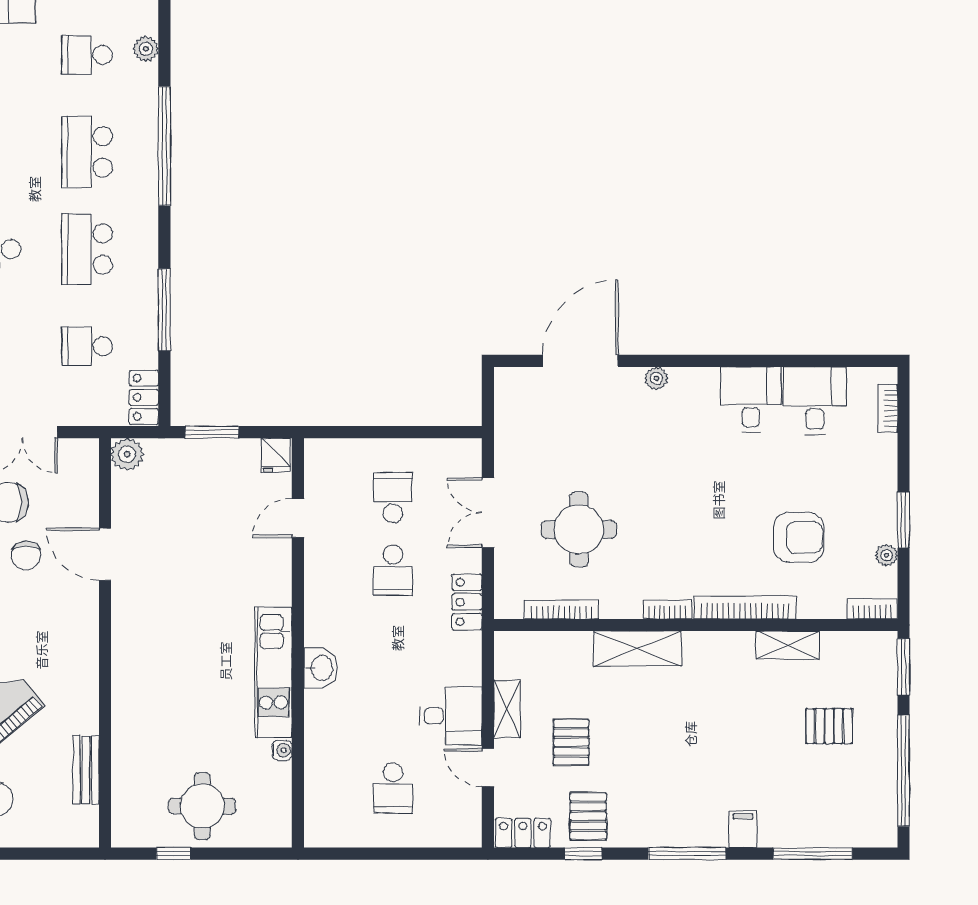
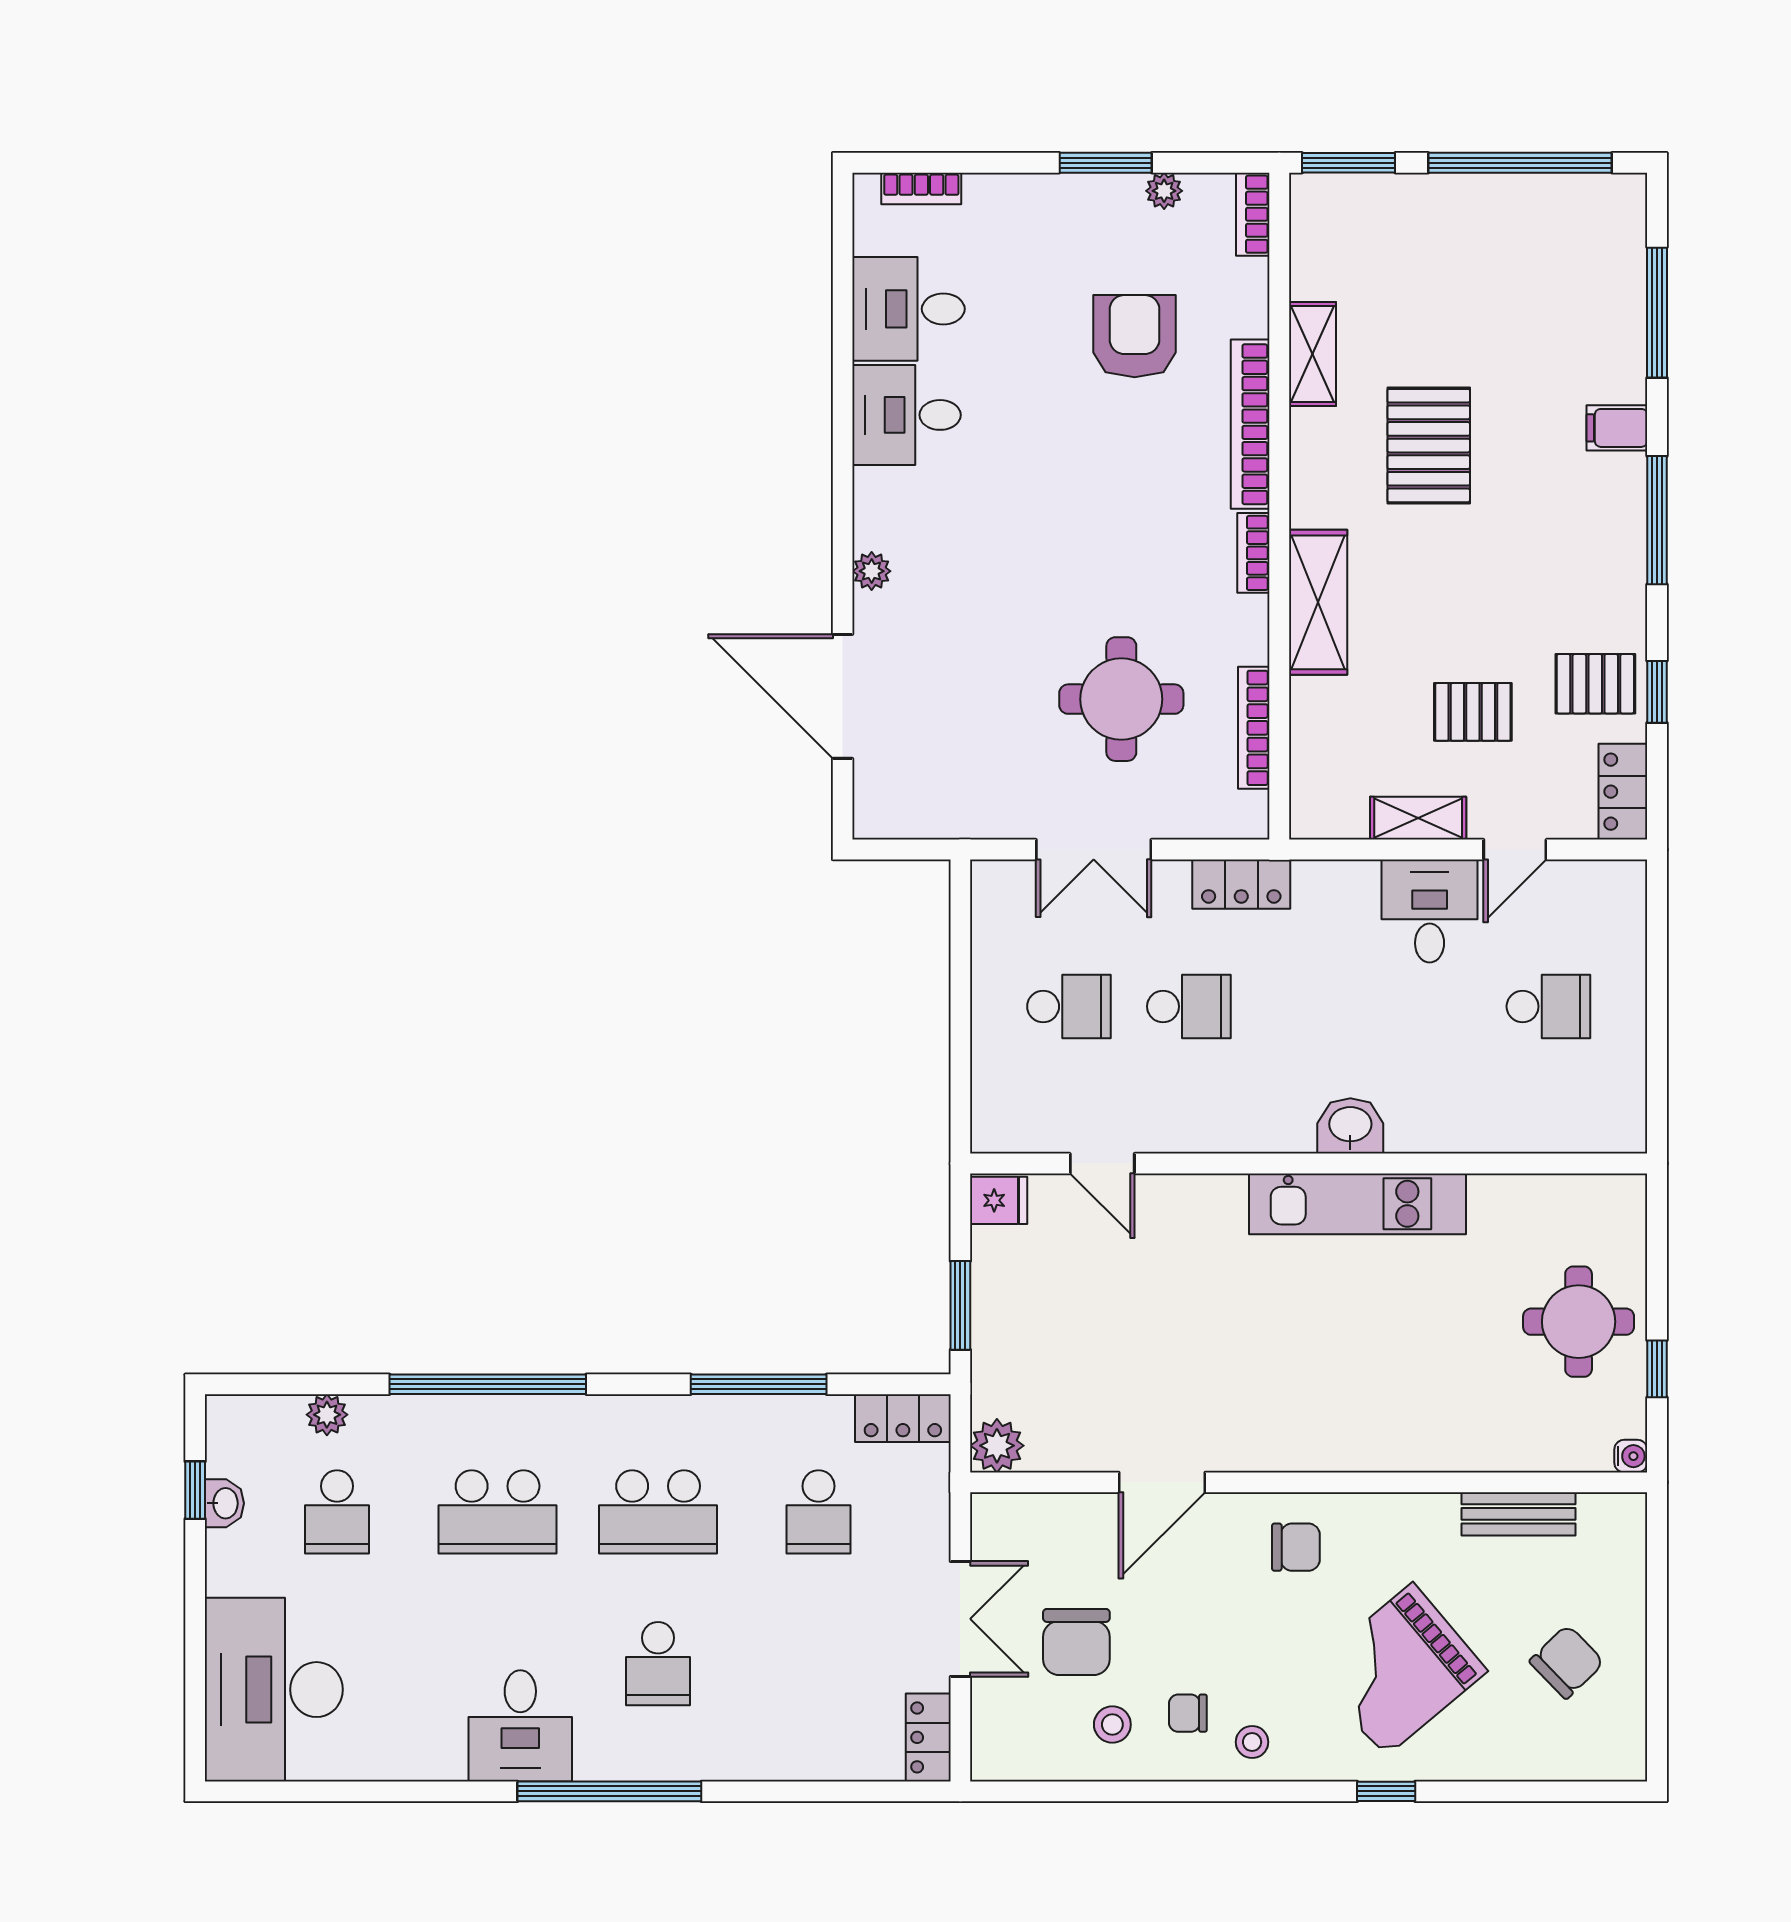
school desk: (393, 498) -> (1069, 1006), turned 180
chair: (26, 555) -> (1296, 1547), moved
pallet: (829, 726) -> (1429, 446), moved, width x1.50, depth x1.42
water cooler: (282, 750) -> (1631, 1456), moved, turned 90

